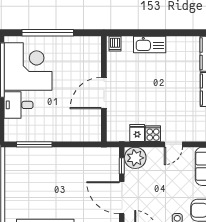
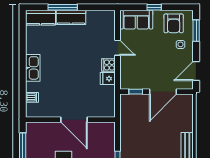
wall: (104, 89) -> (70, 120), moved
door: (104, 93) -> (74, 120), moved
plant: (135, 158) -> (129, 80), removed

